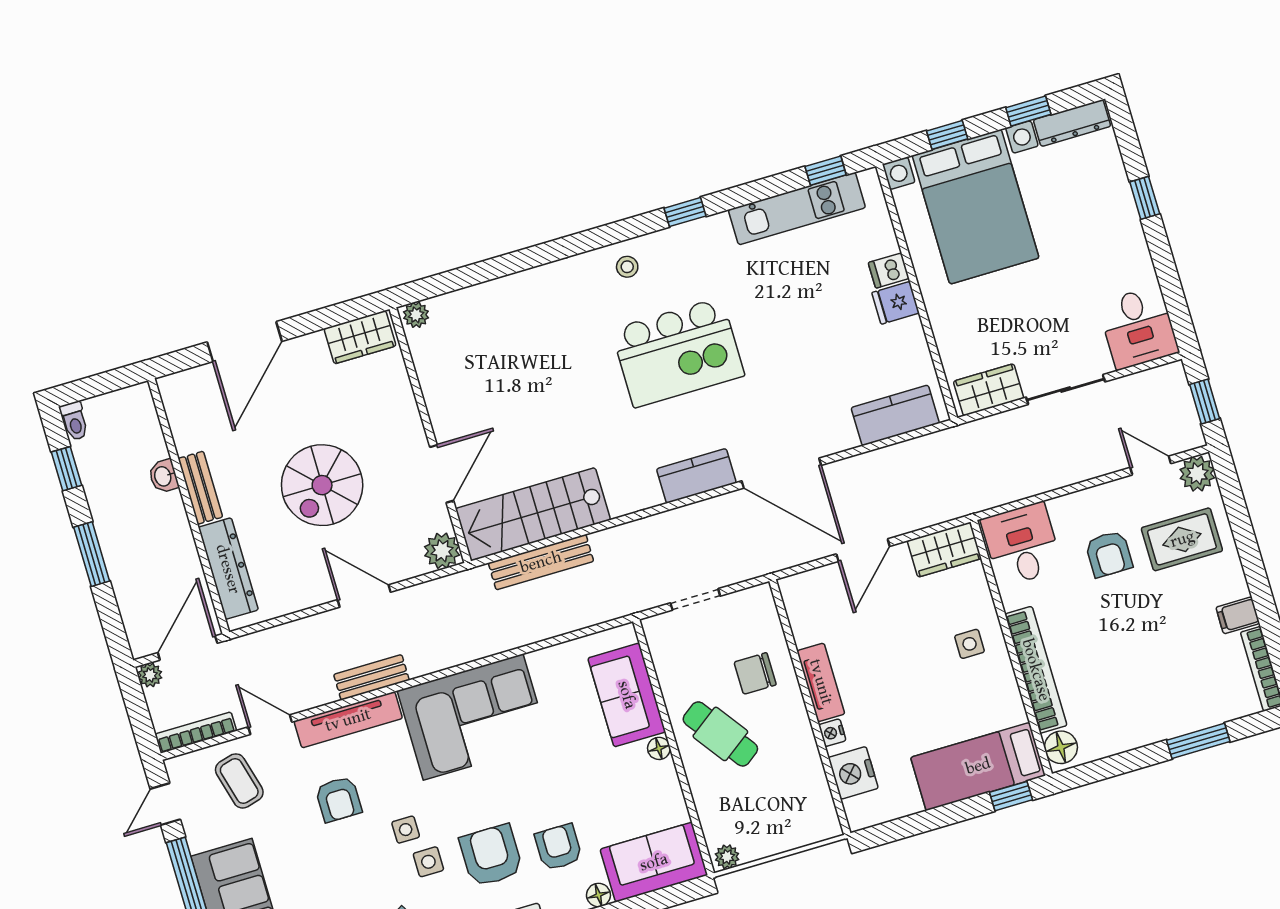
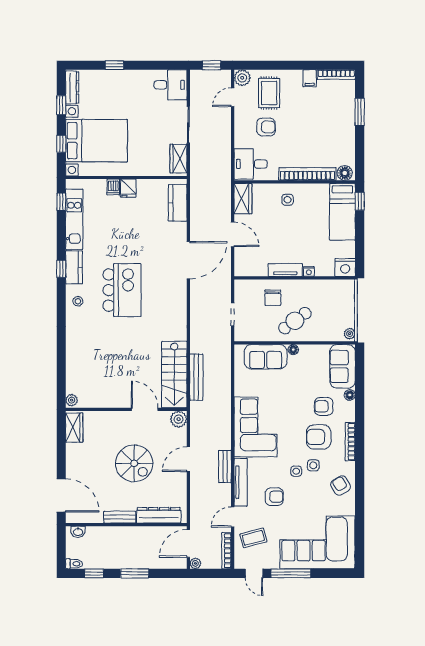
door: (245, 342) -> (61, 495), moved
washbasin: (163, 476) -> (78, 532), moved
kitchen counter: (696, 476) -> (74, 267), moved, turned 180
door: (188, 648) -> (188, 543), hinge flipped
nightstand: (853, 773) -> (345, 267), moved

